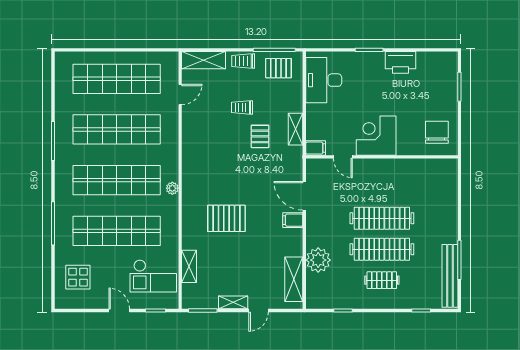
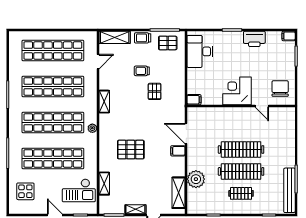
filing cabinet: (449, 58) -> (289, 36), added
shelving: (296, 129) -> (104, 102), moved
door: (343, 157) -> (262, 106), moved

